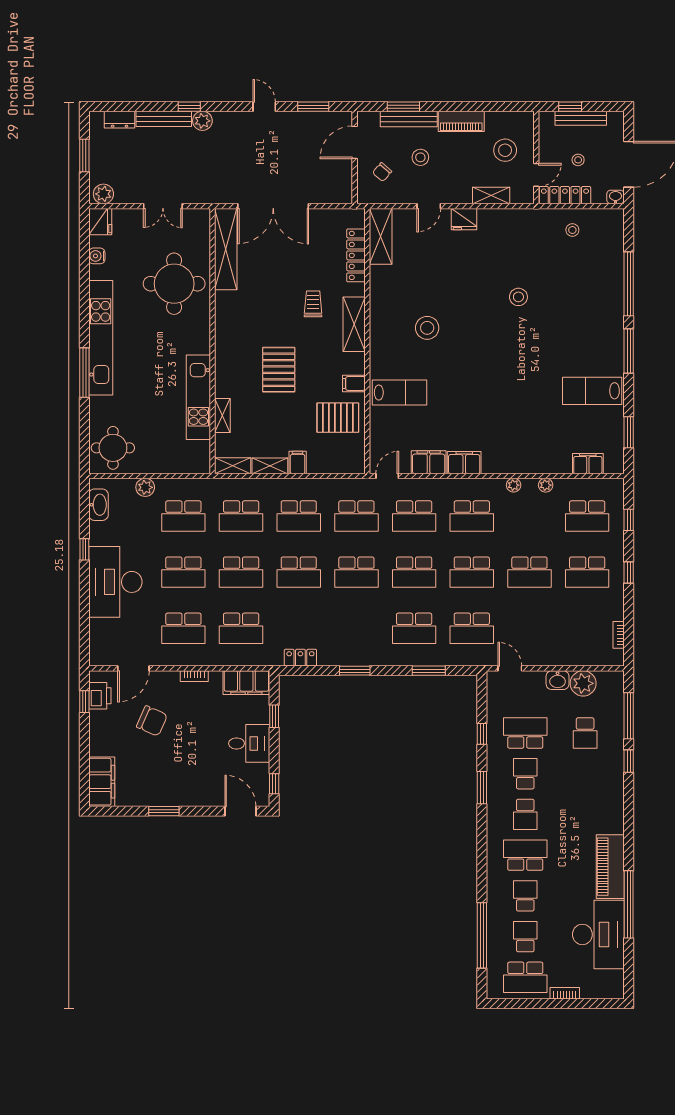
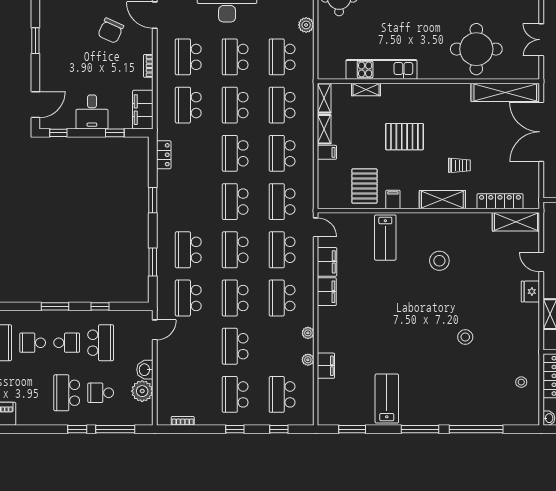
filing cabinet: (588, 464) -> (326, 366), moved
school desk: (585, 774) -> (67, 393), added

